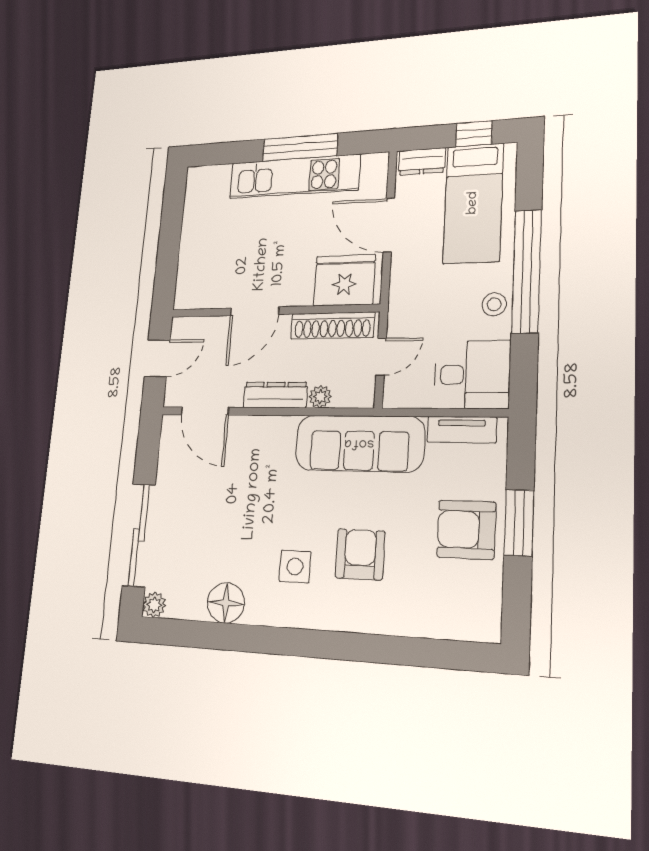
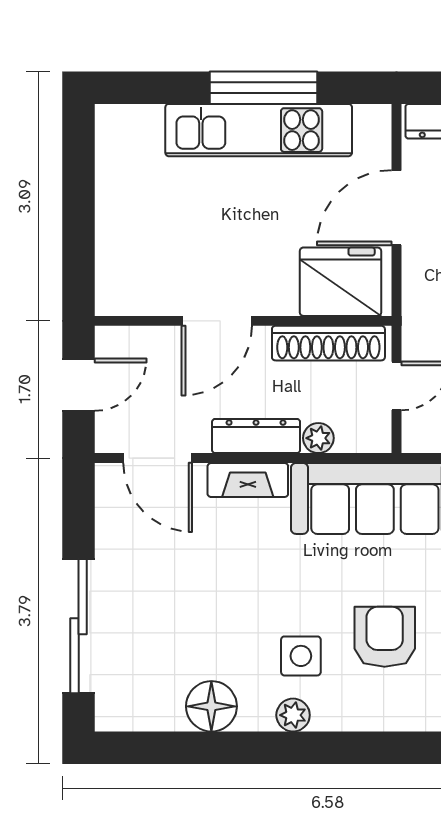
door: (389, 225) -> (396, 208), hinge flipped
fireplace: (267, 428) -> (248, 480), added
plant: (154, 605) -> (293, 715), moved

